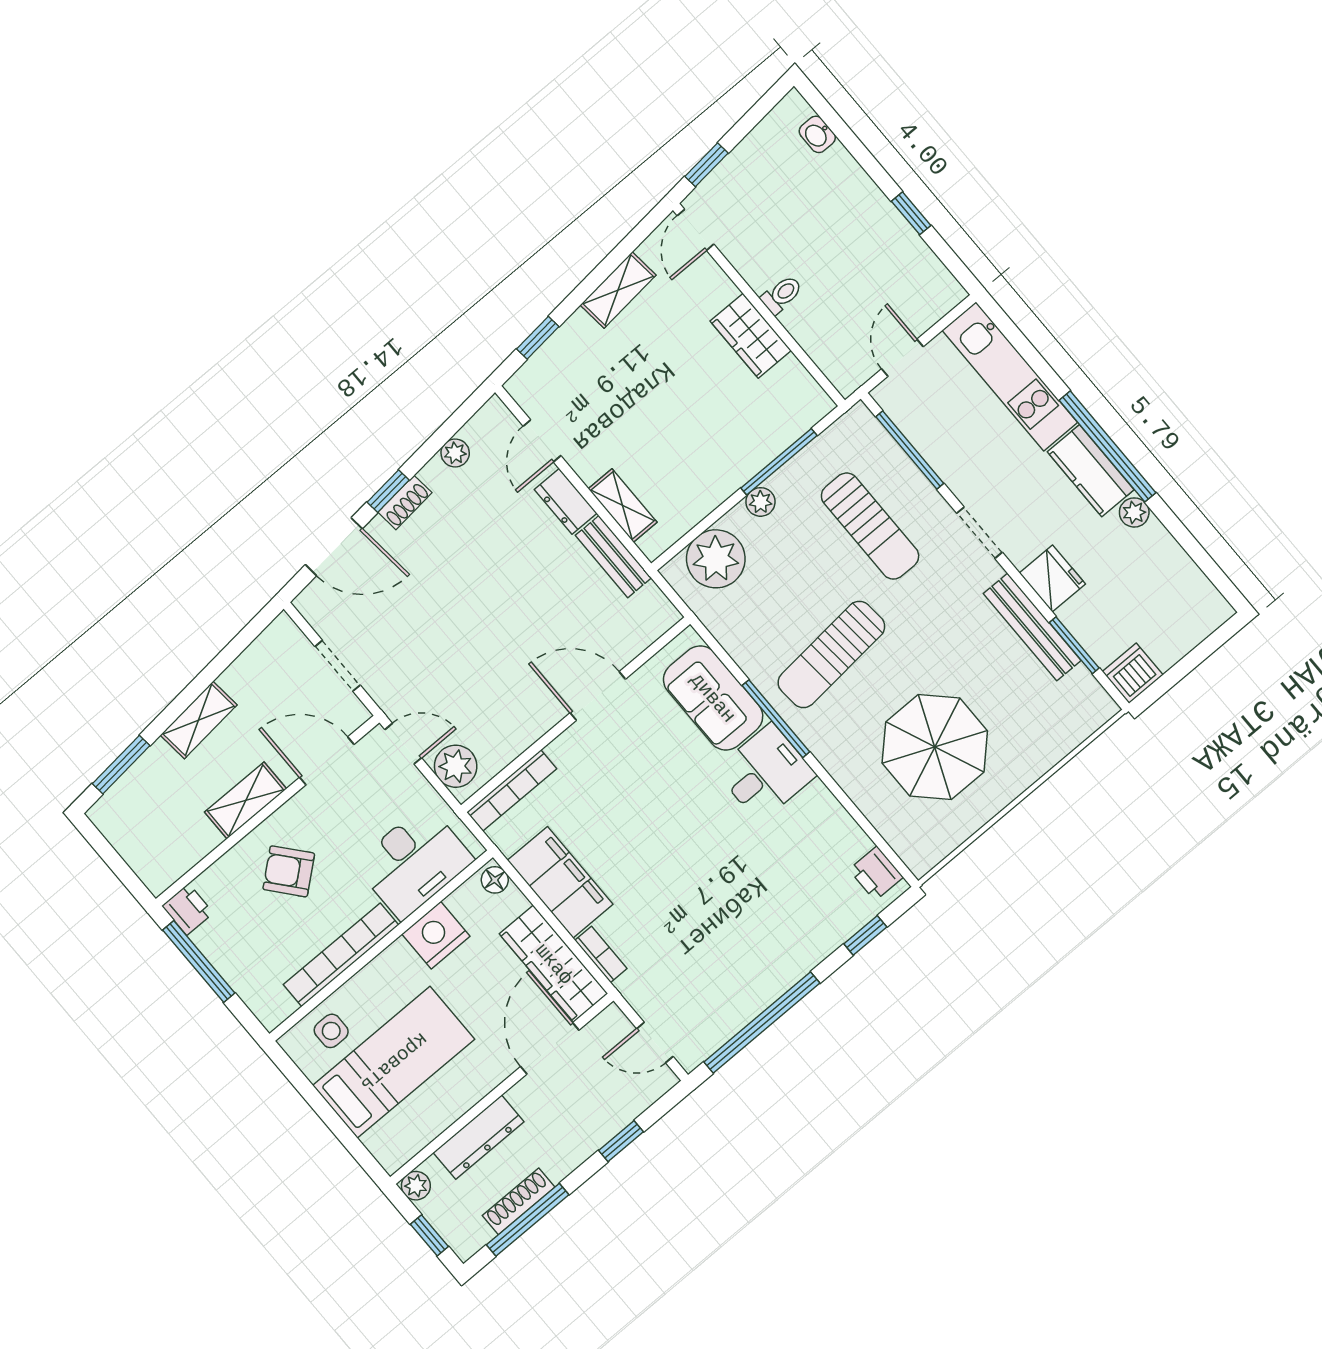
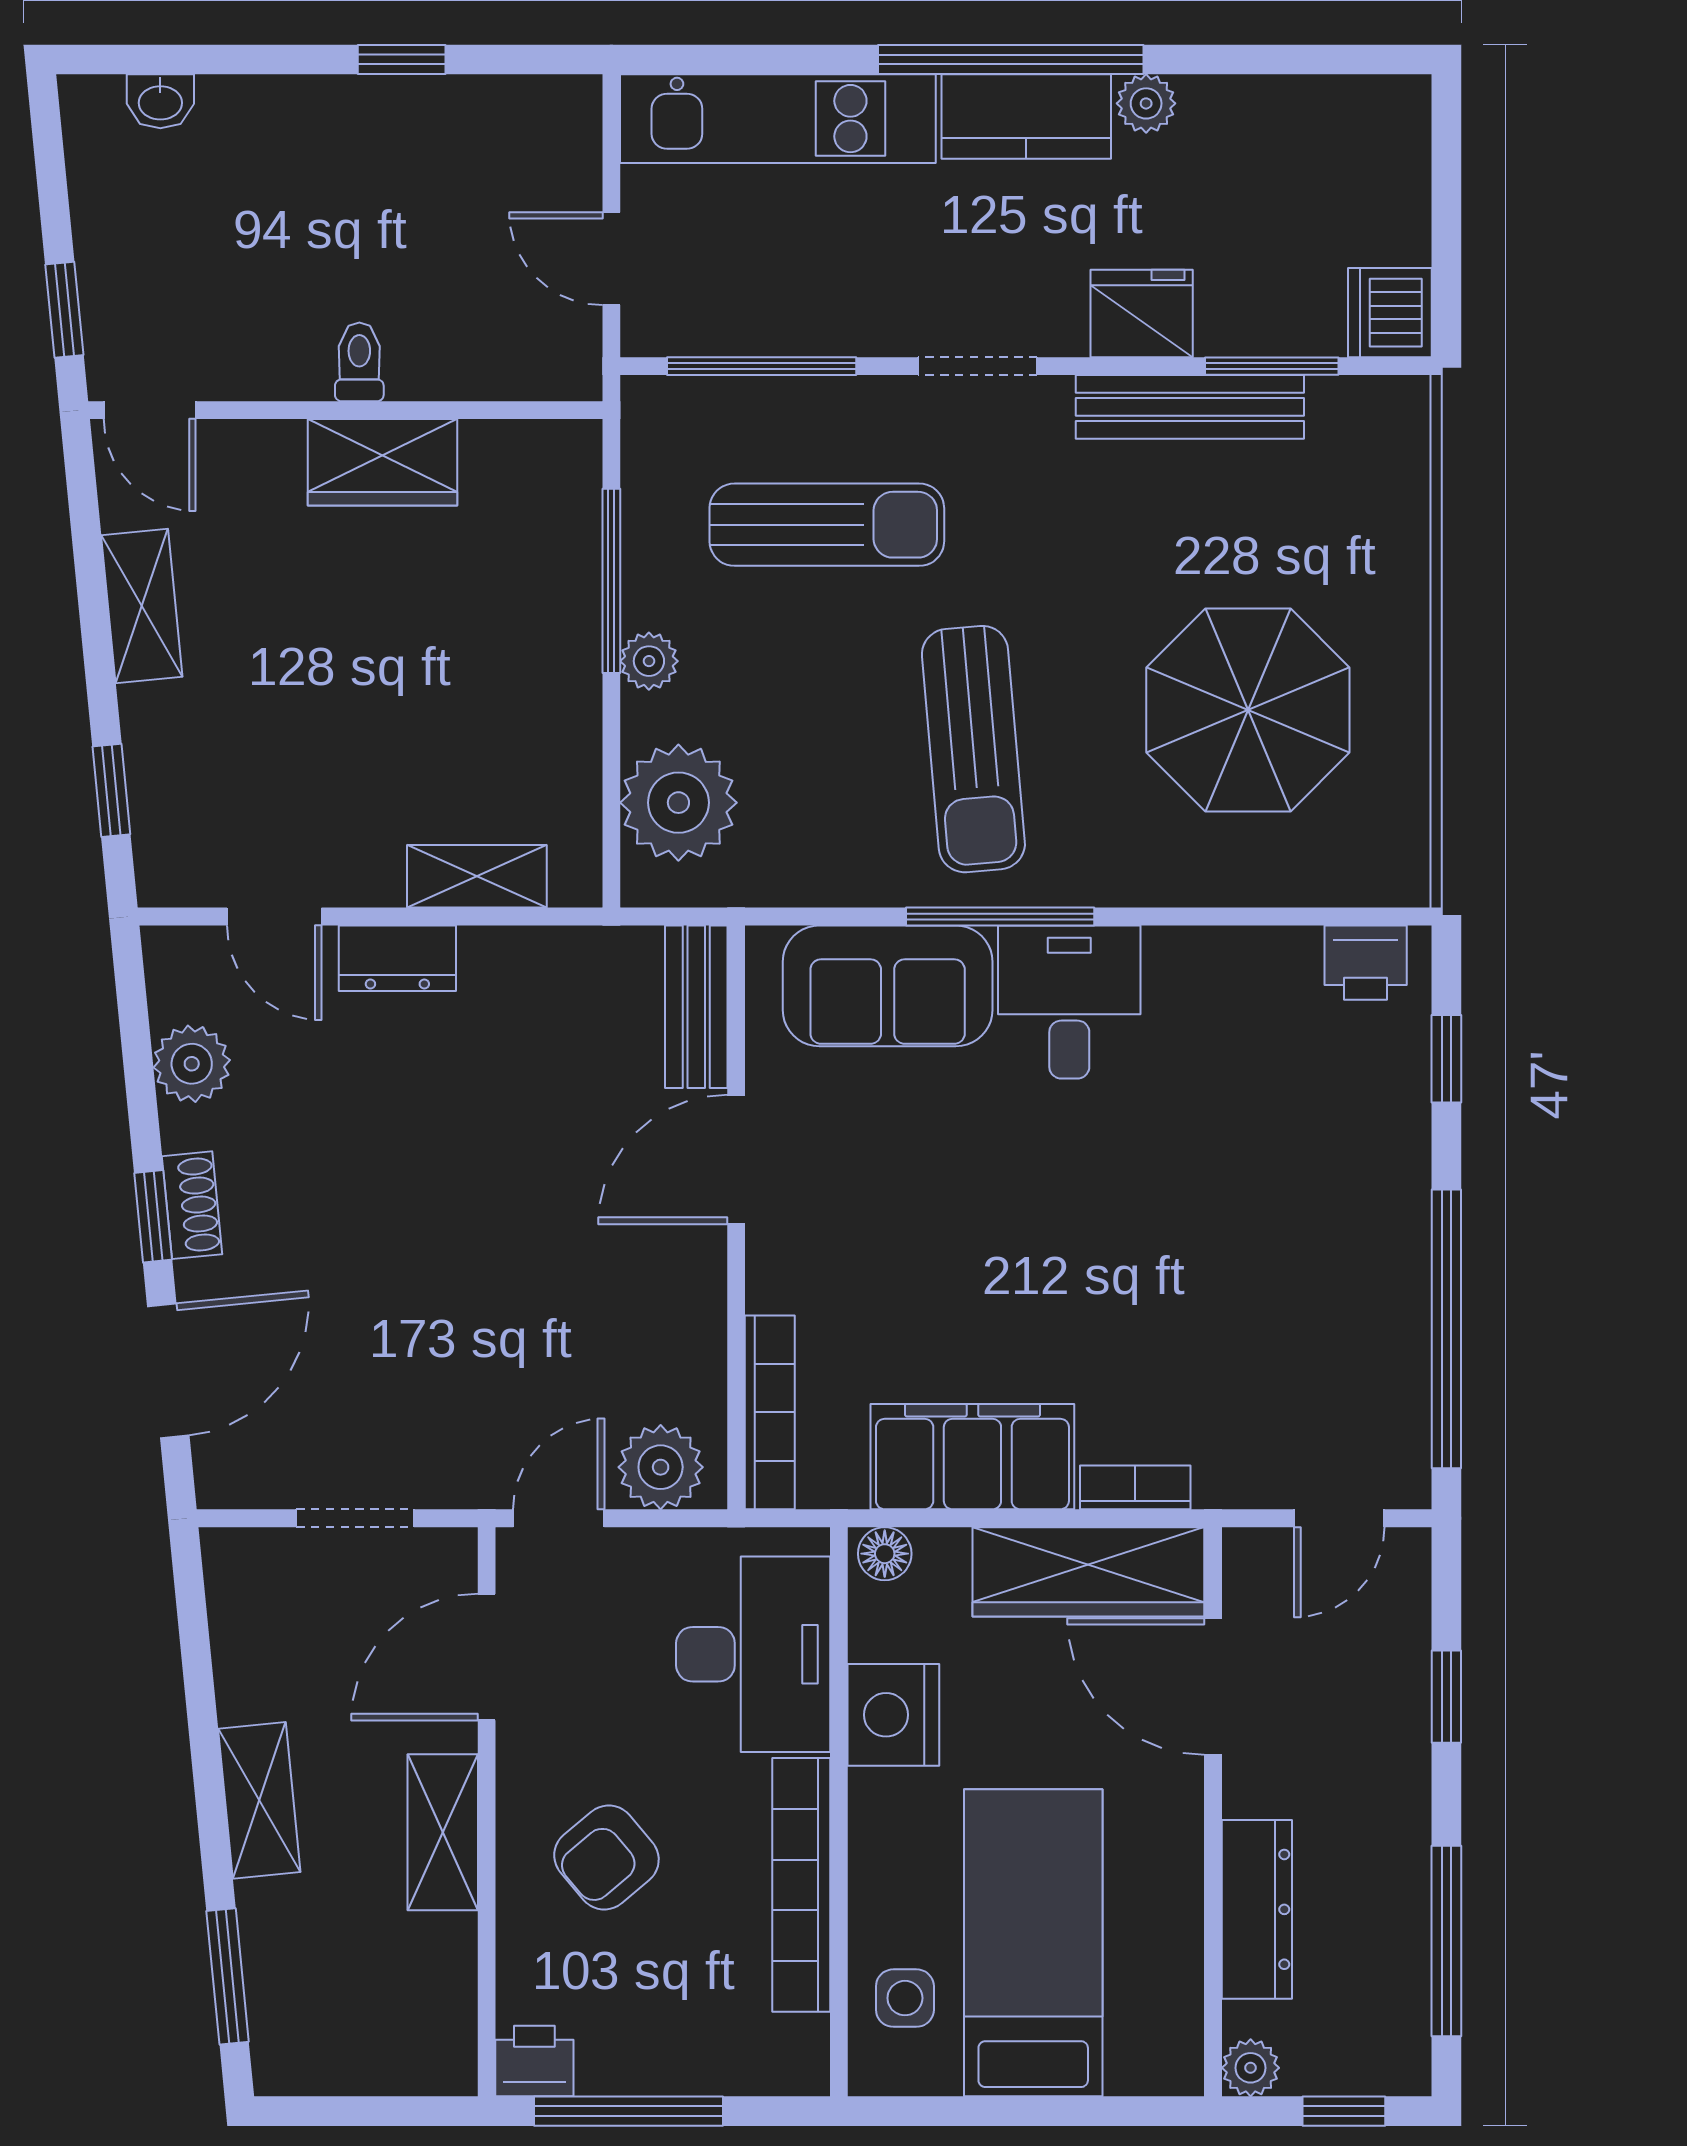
plant: (455, 453) -> (192, 1064), width x1.38, depth x1.38
bench: (613, 557) -> (696, 1007), moved, turned 90
shoe rack: (519, 1201) -> (1407, 1931), removed

